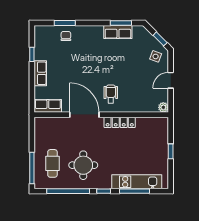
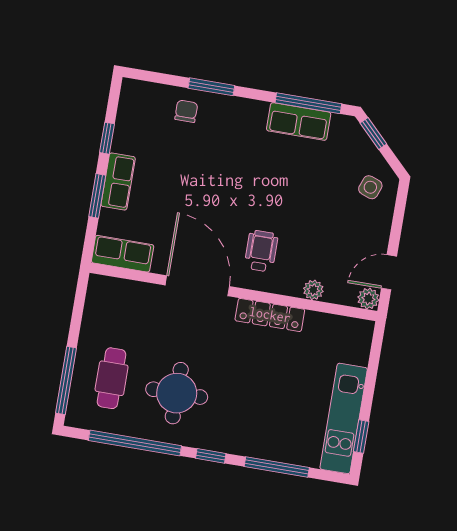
window: (65, 23) -> (211, 87), moved
window: (121, 23) -> (308, 103), width x1.44
window: (160, 39) -> (373, 134), moved
door: (171, 80) -> (389, 272), moved
window: (32, 81) -> (97, 196), added
plant: (138, 108) -> (313, 290), added
window: (171, 151) -> (361, 436), moved
kitchen unit: (137, 182) -> (344, 418), moved, turned -90

